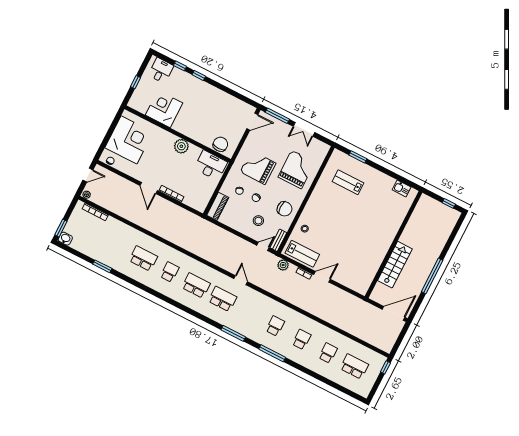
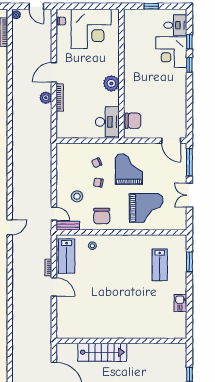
corner desk: (164, 109) -> (171, 52), moved, turned 180
lab bench: (348, 182) -> (160, 265), turned 180
kitchen sink: (402, 188) -> (180, 303), moved
piano: (218, 206) -> (71, 149), removed
plant: (283, 265) -> (46, 98), moved
door: (241, 280) -> (10, 227), moved

